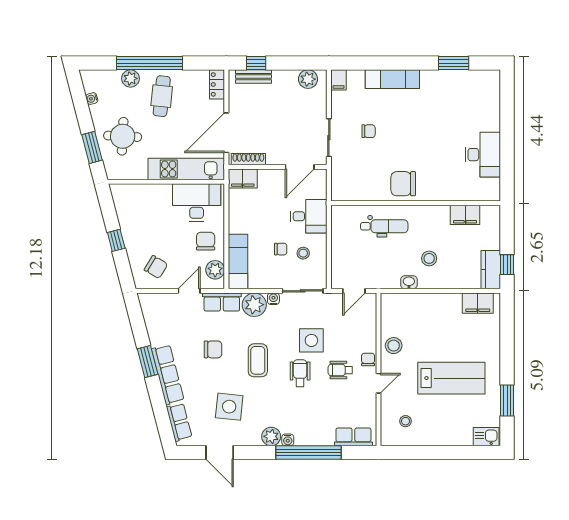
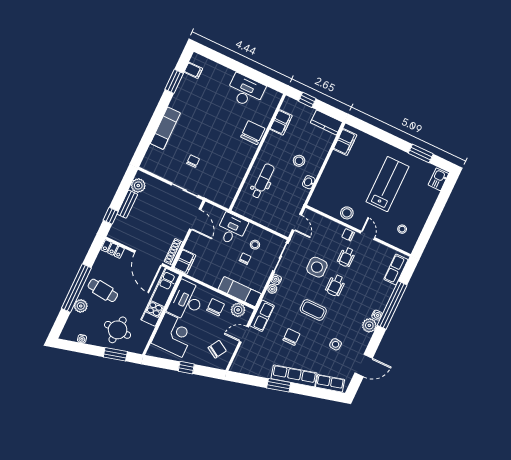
bench: (253, 77) -> (127, 204), moved
filing cabinet: (339, 80) -> (193, 70), moved
chair: (403, 184) -> (253, 133), moved, turned 180
corner desk: (148, 207) -> (174, 335), added
chair: (206, 241) -> (216, 307), turned 90
window: (507, 265) -> (307, 100), moved
door: (189, 291) -> (244, 334), hinge flipped
plant: (254, 305) -> (272, 289), width x0.53, depth x0.53
wheelchair: (300, 373) -> (336, 285), turned -90
side table: (229, 407) -> (336, 344), width x0.54, depth x0.54

